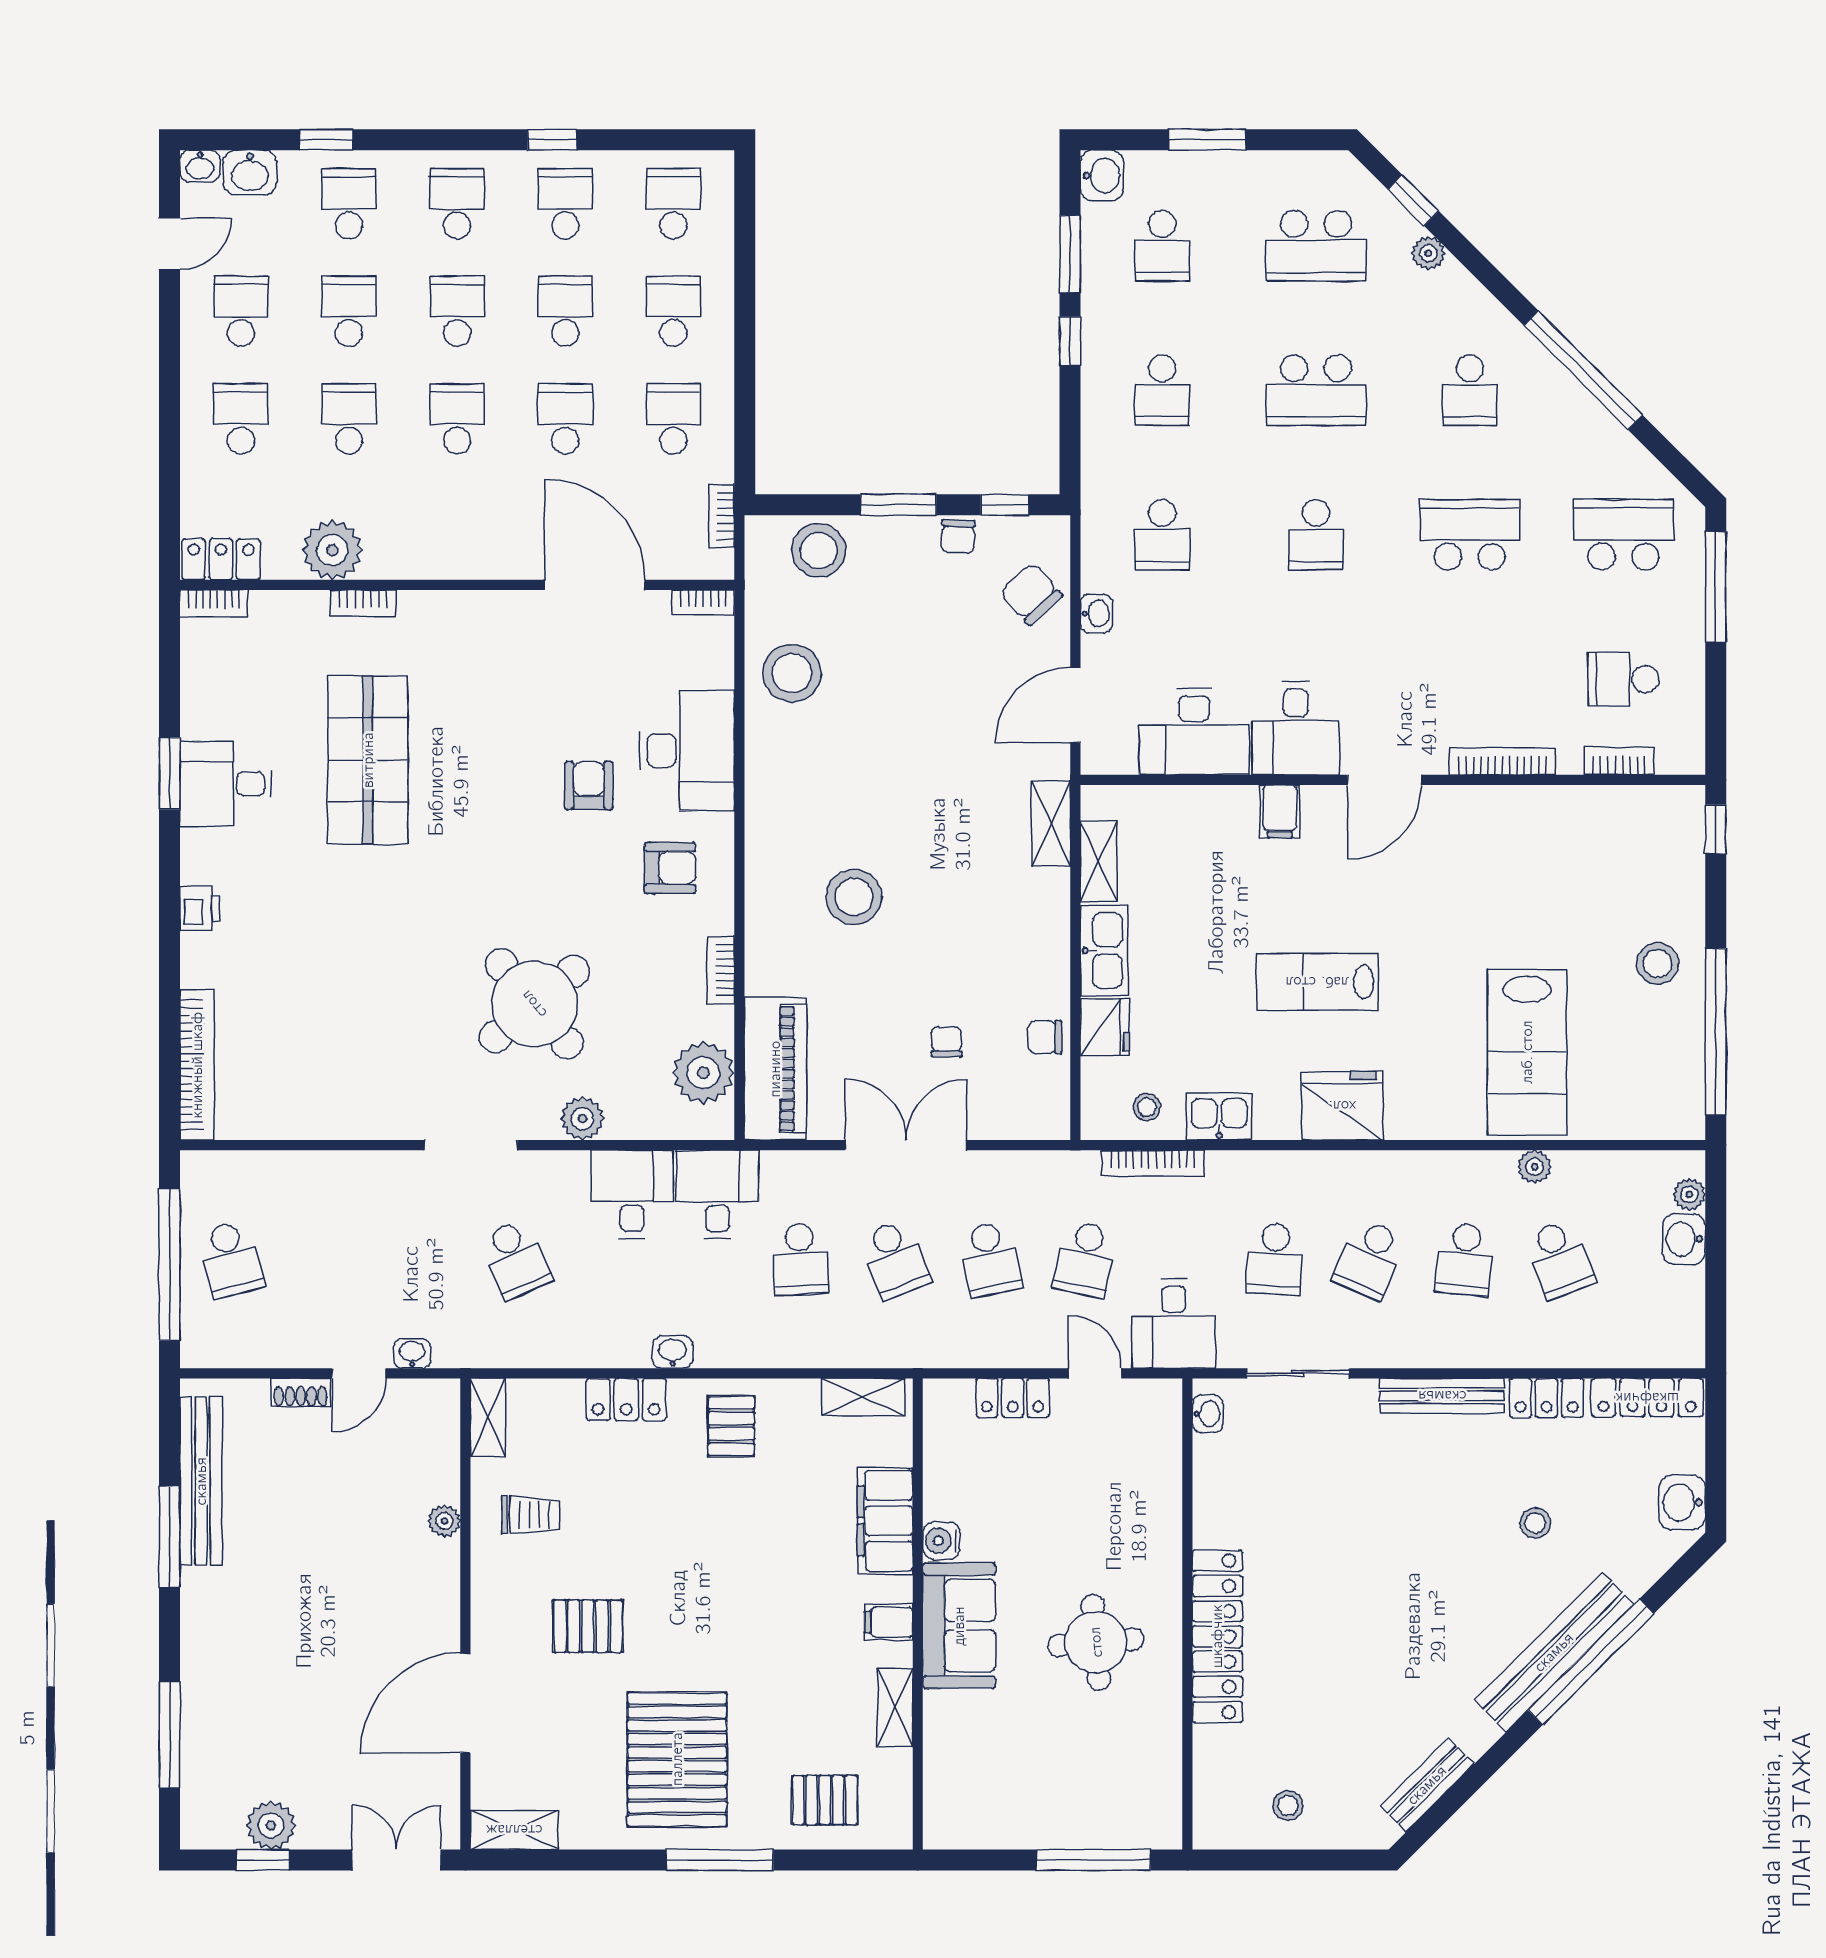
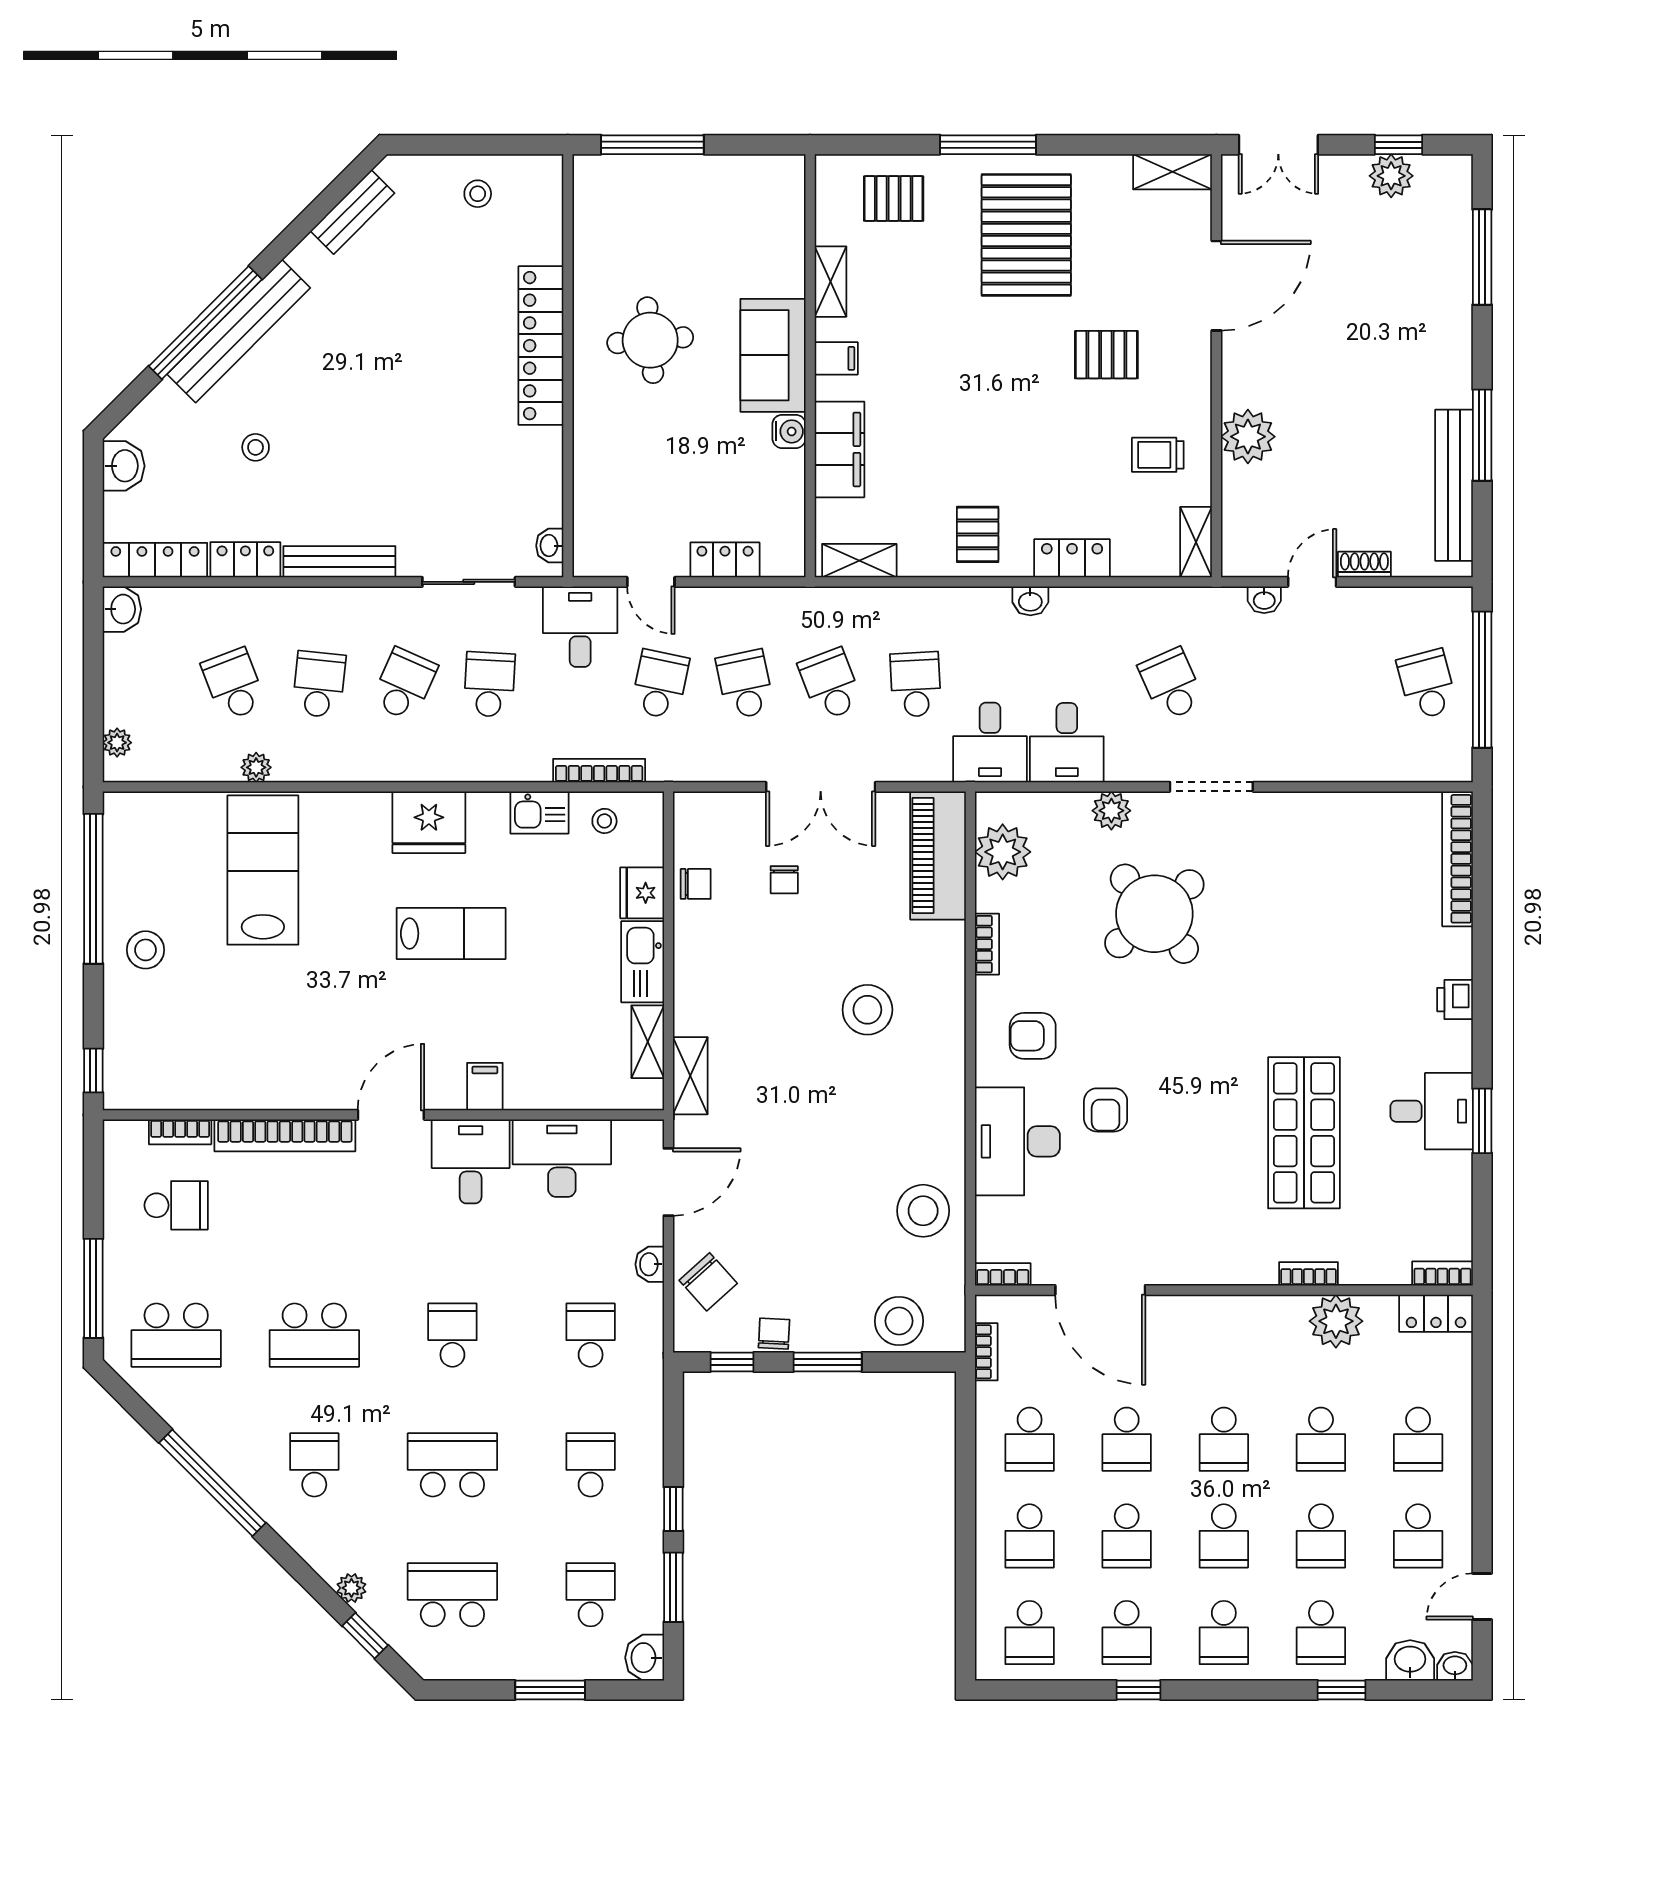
bookcase: (1502, 761) -> (285, 1135), width x1.48, depth x1.31
washbasin: (1684, 1239) -> (122, 609), moved
plant: (444, 1521) -> (1248, 437), width x1.88, depth x1.88

